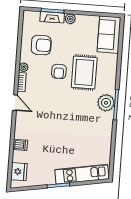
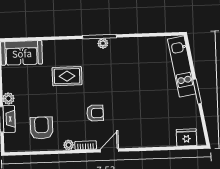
armchair: (59, 71) -> (95, 113), moved
rug: (84, 72) -> (67, 76), width x0.73, depth x0.70
plant: (106, 103) -> (103, 43), width x0.53, depth x0.53
dishwasher: (20, 145) -> (156, 139), removed

